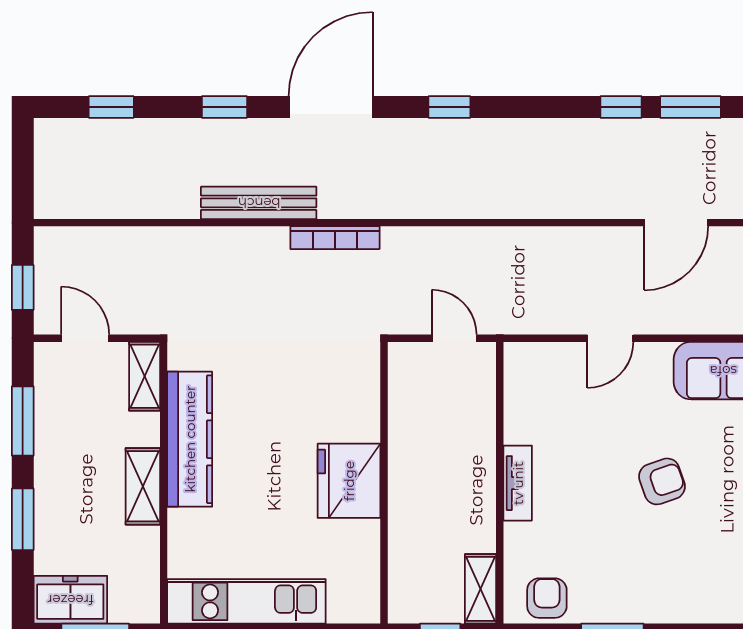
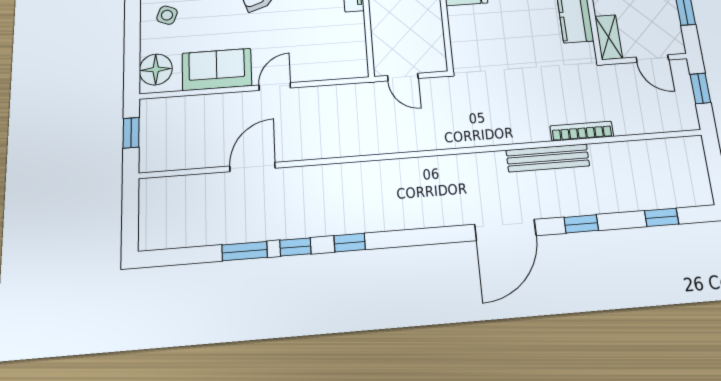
window: (449, 107) -> (350, 243), moved
bookcase: (335, 238) -> (582, 131), moved
door: (610, 338) -> (275, 86), moved

